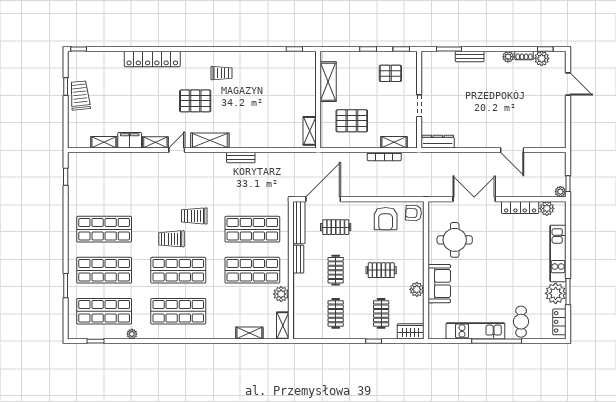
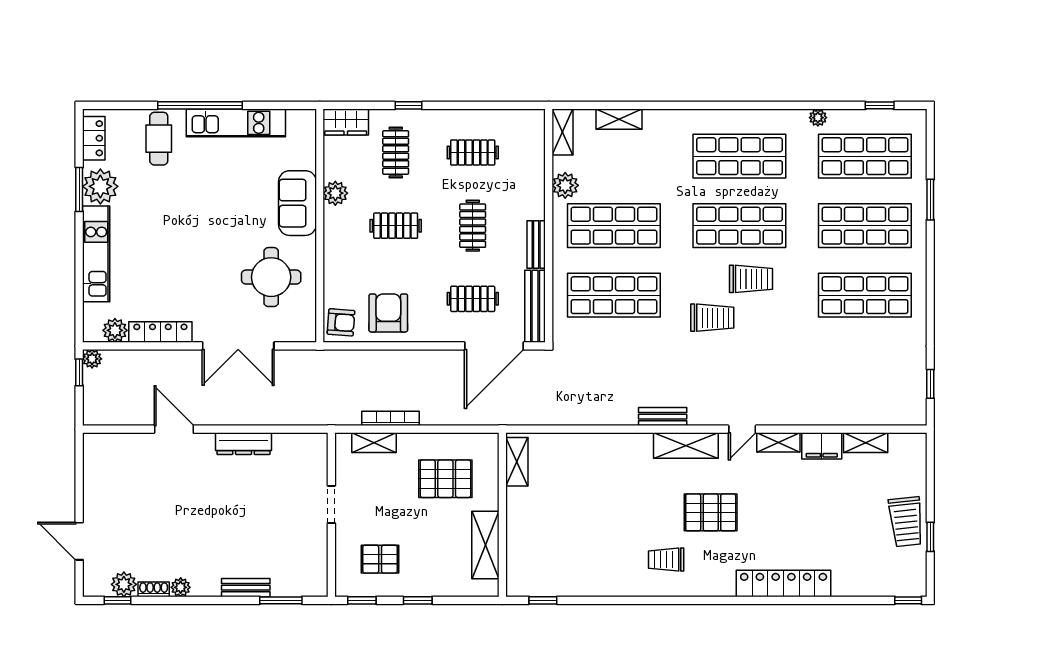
dresser: (438, 142) -> (244, 444), moved
bench: (241, 158) -> (663, 417), moved
clothes rail: (336, 313) -> (473, 153), turned 90

